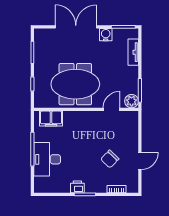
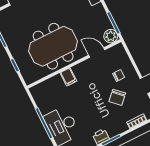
door: (112, 109) -> (97, 53), hinge flipped
filing cabinet: (51, 119) -> (68, 77), moved, width x0.50
chair: (121, 140) -> (119, 75), added

